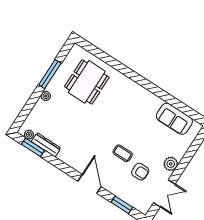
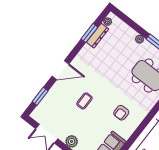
window: (33, 147) -> (89, 33), moved
armchair: (140, 172) -> (121, 113), moved

